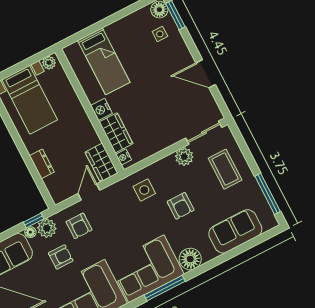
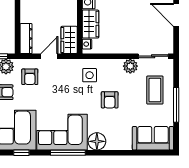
dresser: (42, 164) -> (26, 39), moved, width x1.44
window: (268, 194) -> (176, 105), moved
sofa: (235, 231) -> (153, 138), moved

